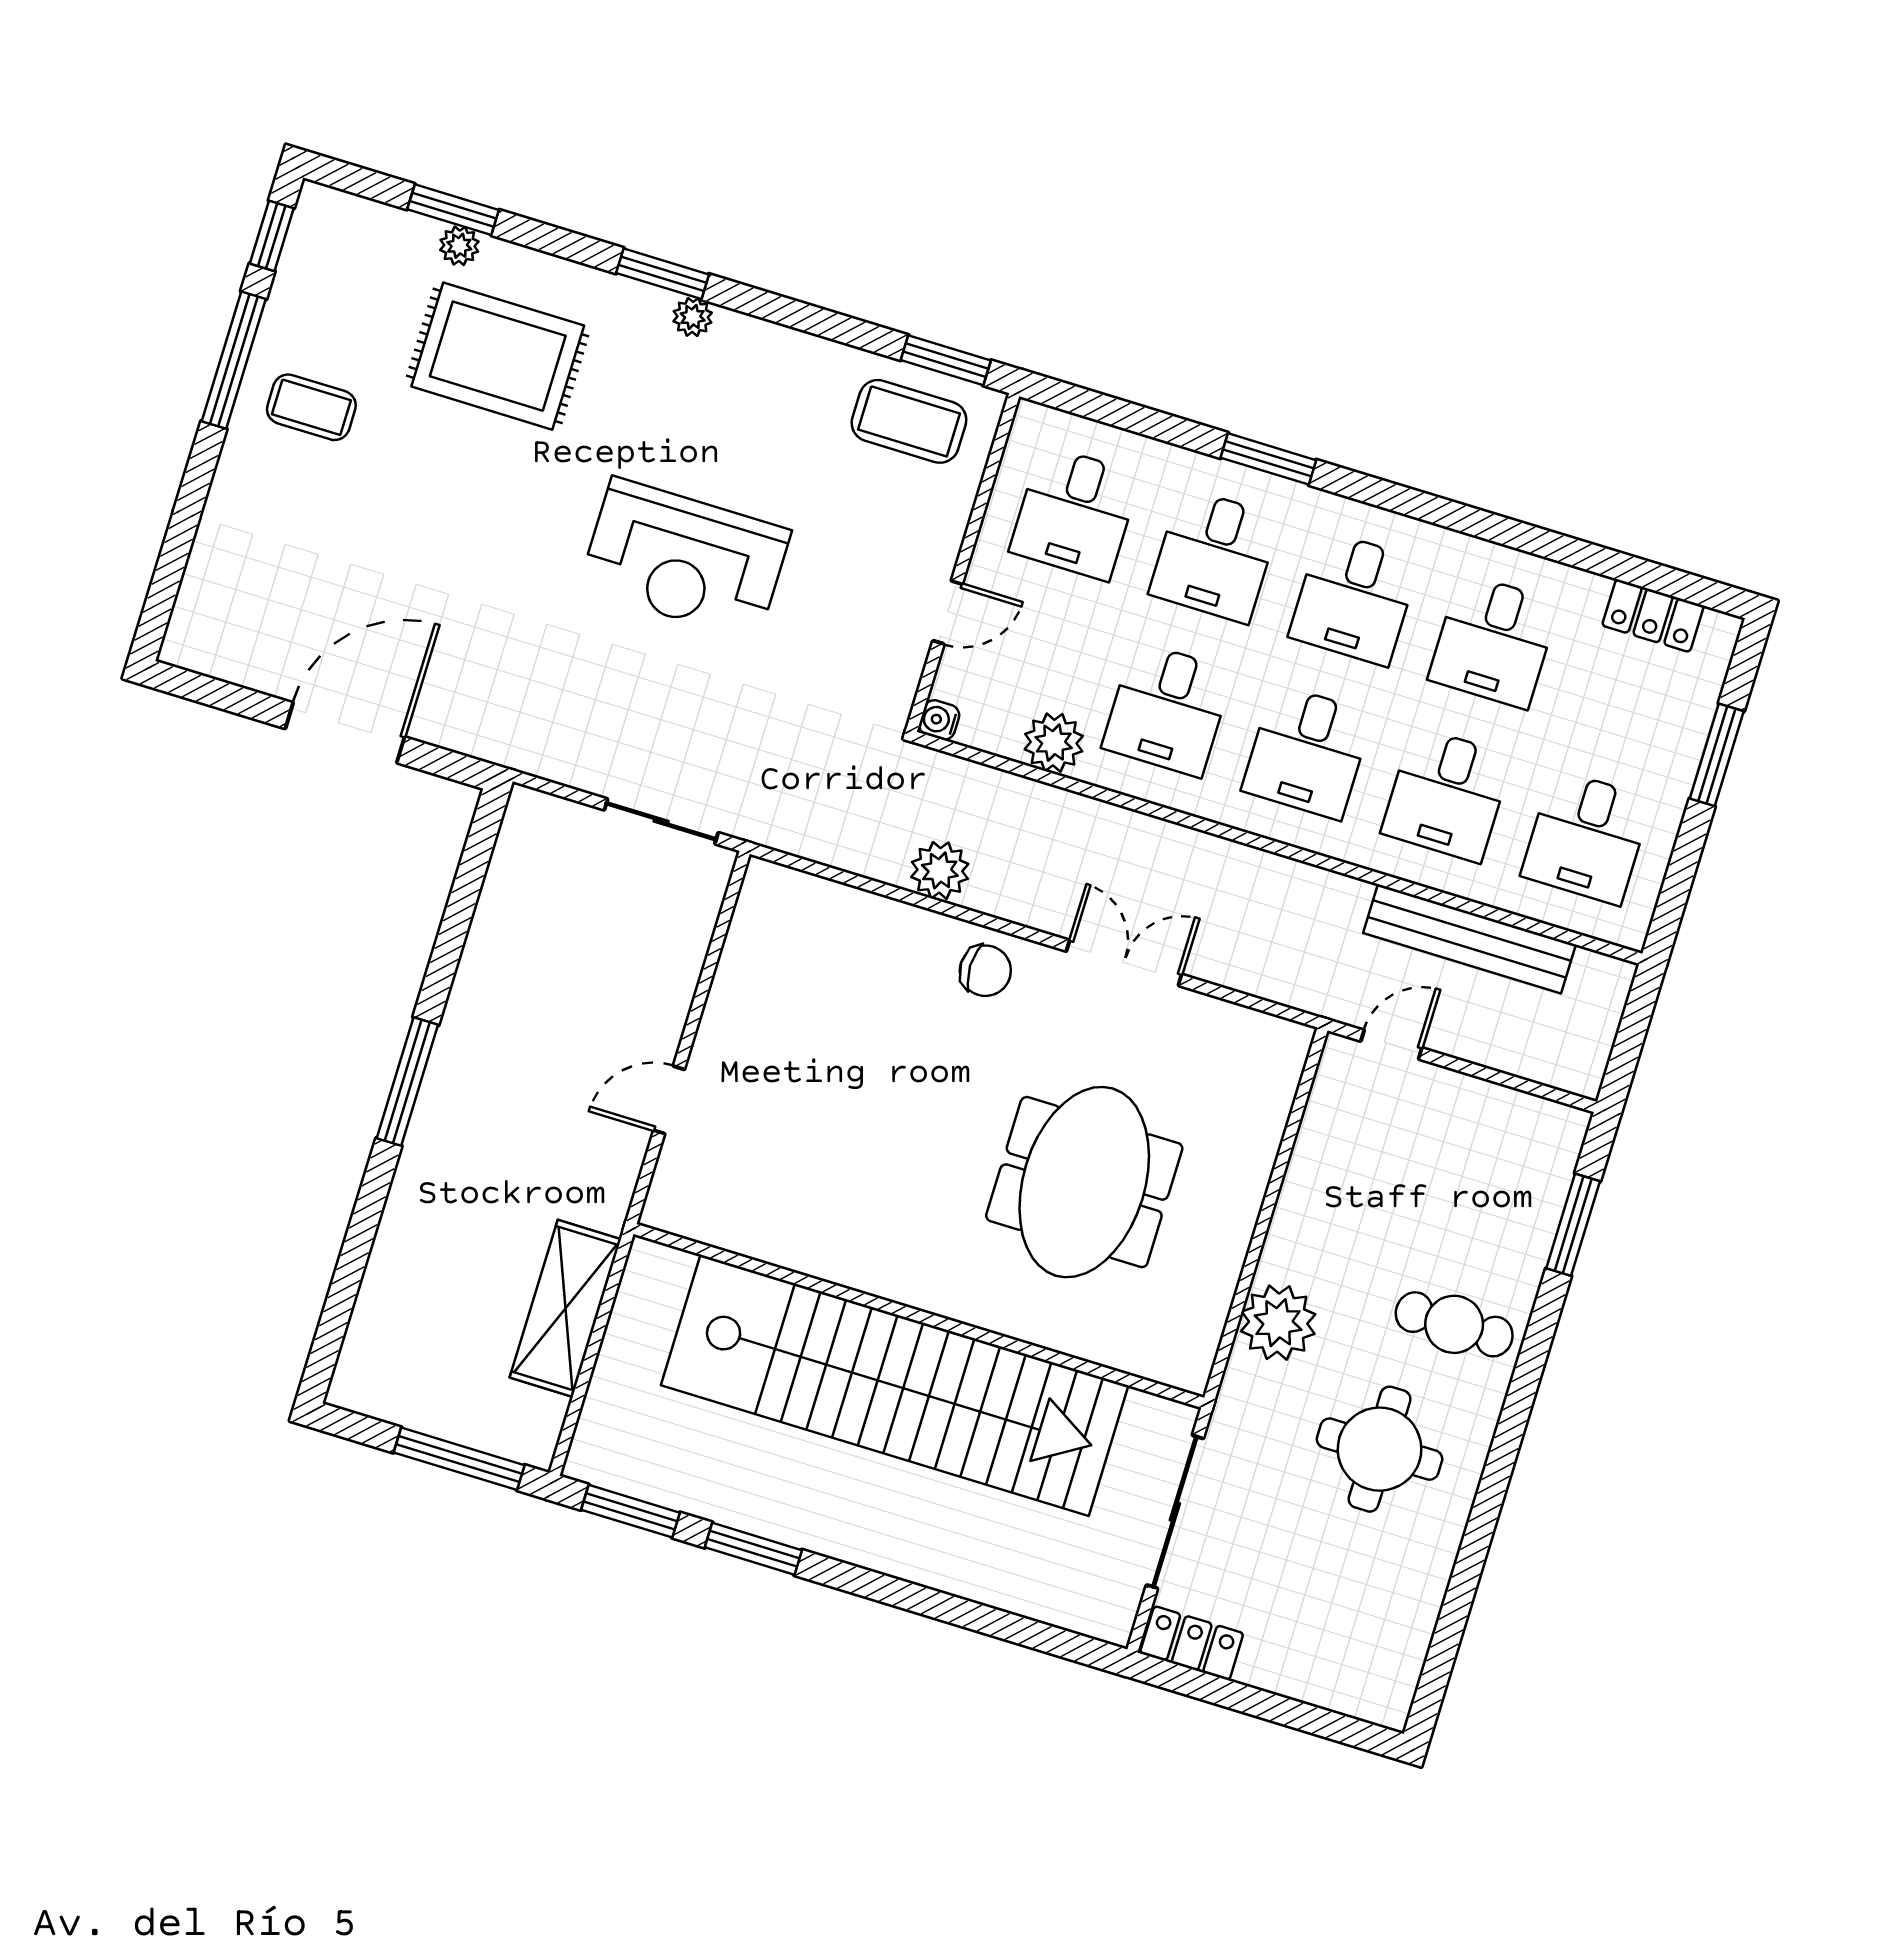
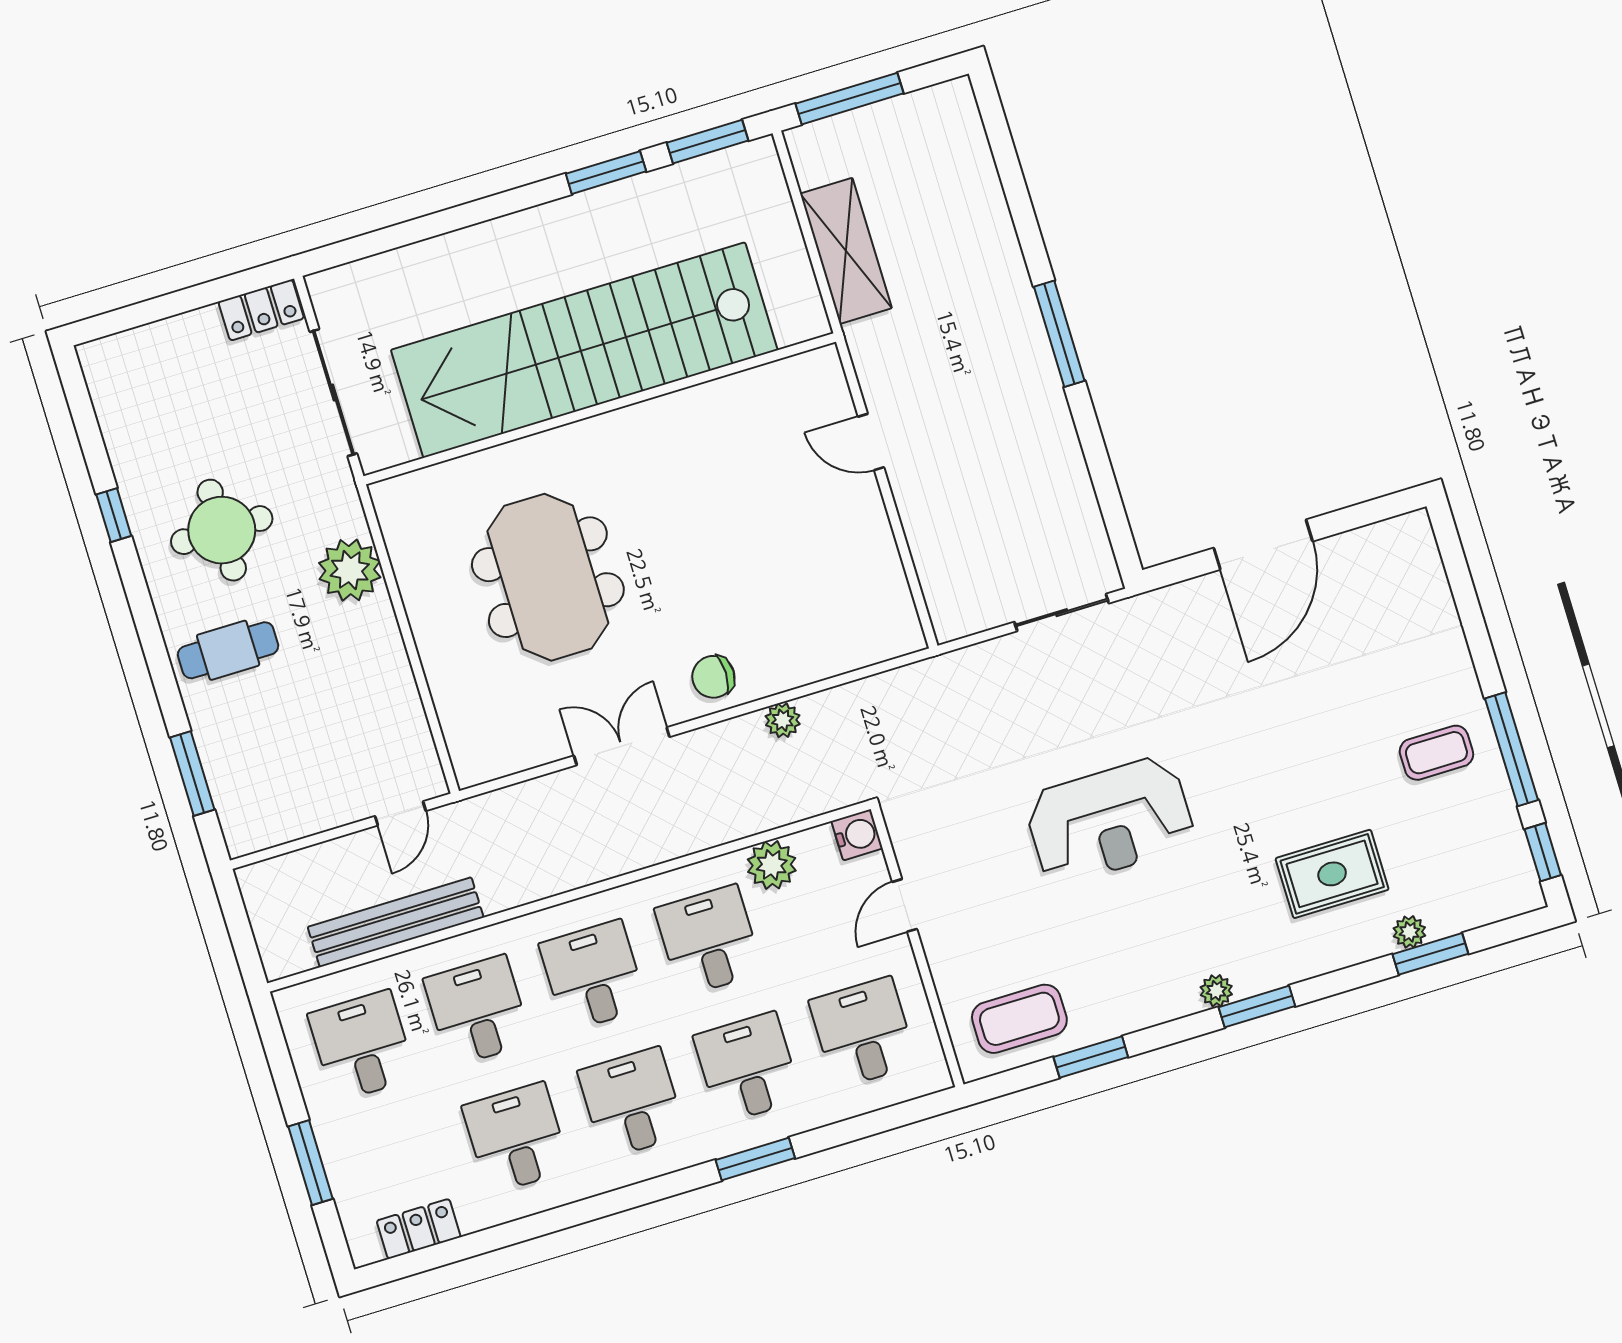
rug: (498, 356) -> (1332, 874), width x0.73, depth x0.70
window: (946, 360) -> (1091, 1057), moved
reception desk: (685, 559) -> (1110, 821), turned 180
water cooler: (939, 720) -> (857, 835), width x1.38, depth x1.38
sliding door: (661, 821) -> (1062, 613), moved
plant: (940, 870) -> (783, 720), width x0.73, depth x0.73
double door: (1124, 963) -> (622, 746), swing flipped
door: (669, 1100) -> (871, 442), swing flipped
window: (1478, 1537) -> (114, 515), added

